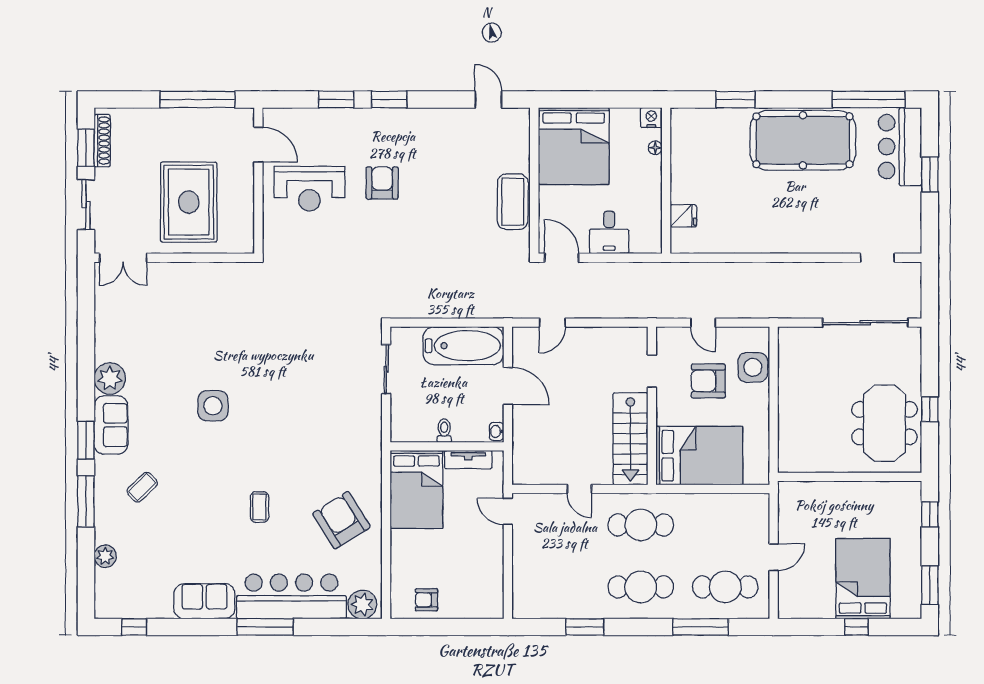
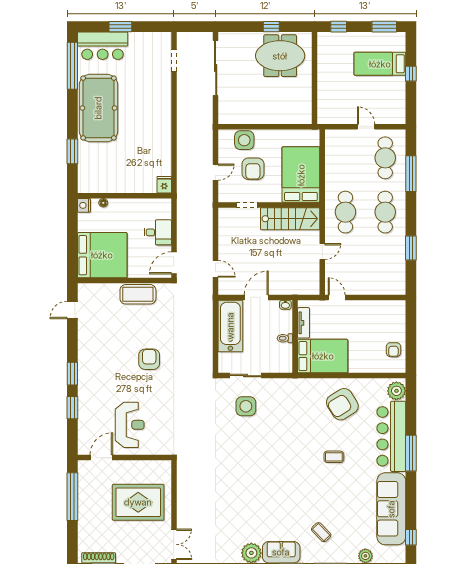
armchair: (382, 183) -> (149, 359), moved, turned 90
fridge: (683, 216) -> (164, 185), moved
side table: (213, 406) -> (246, 406), moved
door: (508, 511) -> (337, 297), swing flipped
bed: (863, 579) -> (380, 64), width x0.67
sofa: (204, 601) -> (391, 509), width x1.85, depth x1.27

